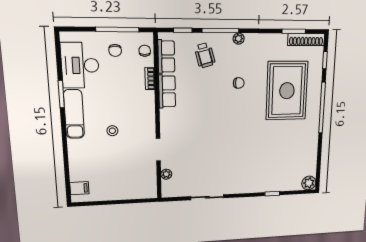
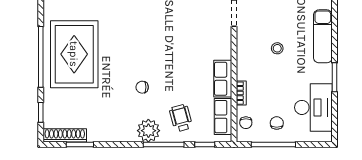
plant: (239, 39) -> (148, 131), width x1.88, depth x1.88
rug: (287, 91) -> (74, 54), moved
exam couch: (74, 114) -> (323, 36), moved
stool: (112, 131) -> (277, 48), moved

